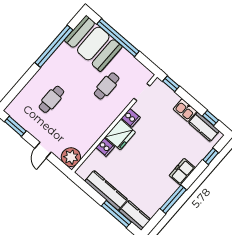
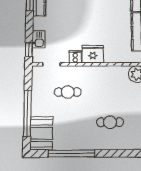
booth: (93, 43) -> (41, 133), width x0.73, depth x0.70
kitchen sink: (185, 110) -> (39, 39), moved
cooker: (105, 147) -> (110, 57), removed

